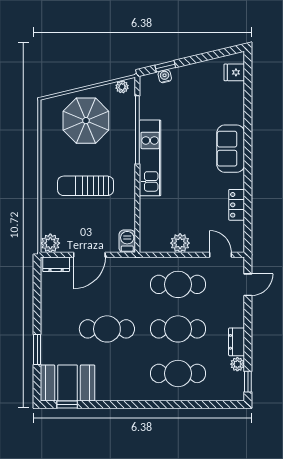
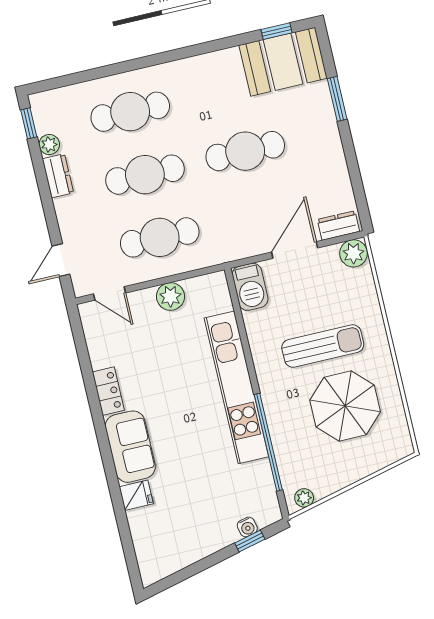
fridge: (234, 72) -> (136, 495), moved
parasol: (86, 121) -> (345, 406), moved
kitchen unit: (150, 158) -> (236, 387), width x1.36
locker: (237, 205) -> (108, 391), moved
barbecue: (127, 241) -> (250, 287), width x1.38, depth x1.27

